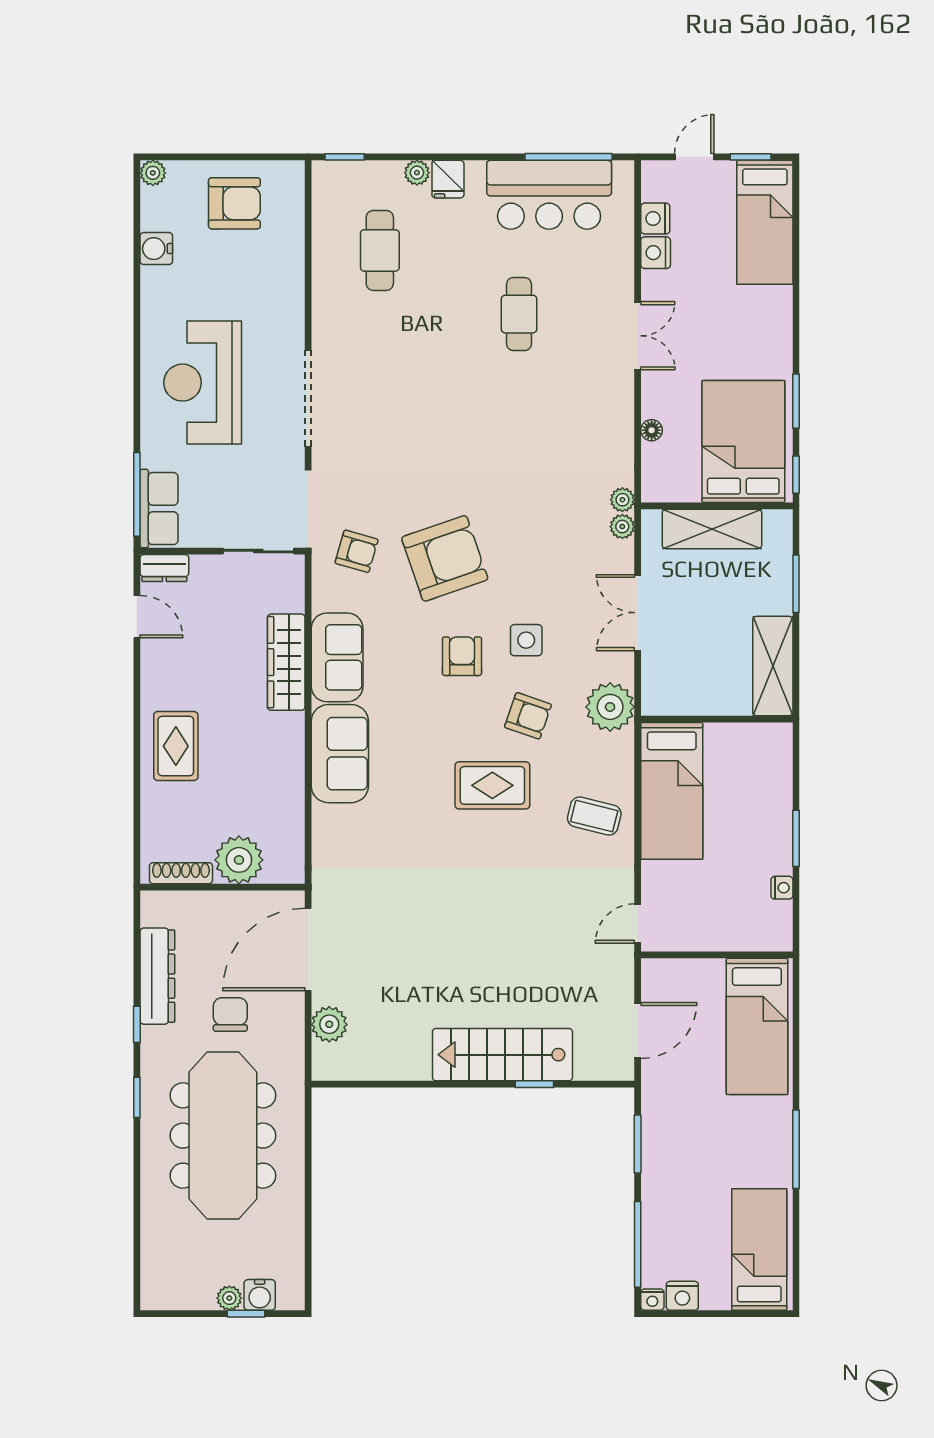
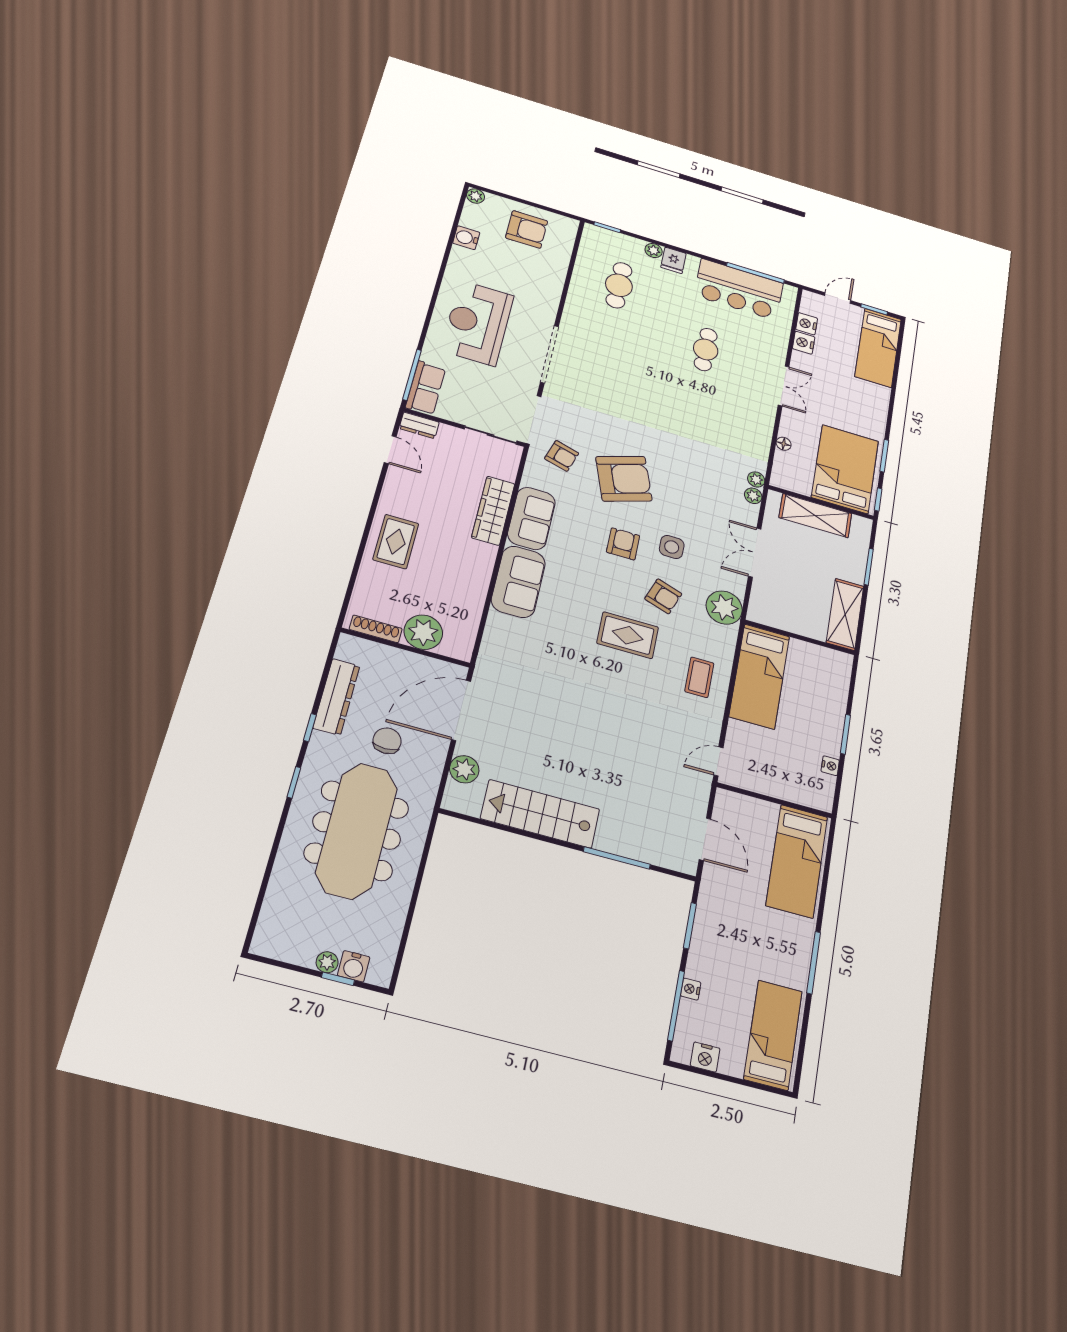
coffee table: (594, 816) -> (699, 677), turned 76
door: (638, 1031) -> (705, 839), hinge flipped
stairs: (502, 1055) -> (540, 814), moved
window: (534, 1084) -> (617, 858), width x2.17
nightstand: (652, 1300) -> (691, 989), moved, turned 90

